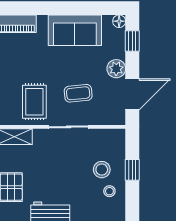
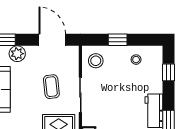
plant: (116, 69) -> (17, 54), moved
stool: (102, 170) -> (96, 61), moved

